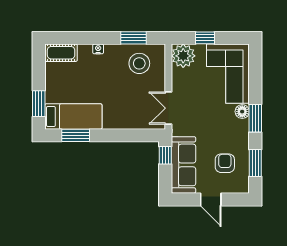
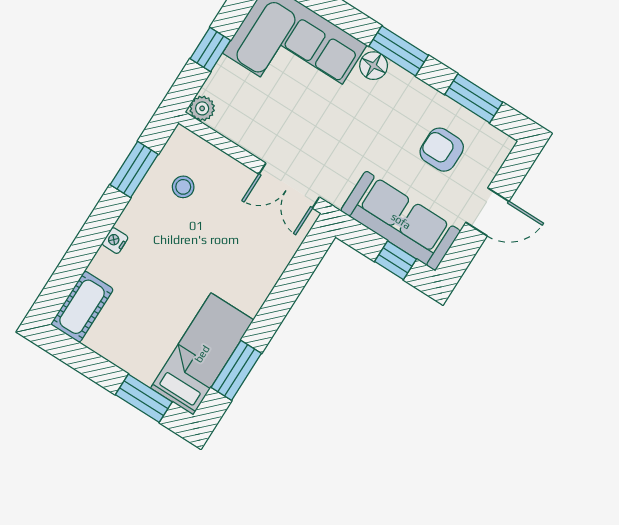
plant: (183, 56) -> (202, 108), width x0.53, depth x0.53
stool: (139, 63) -> (183, 187), width x0.53, depth x0.53
window: (165, 155) -> (395, 260), moved

